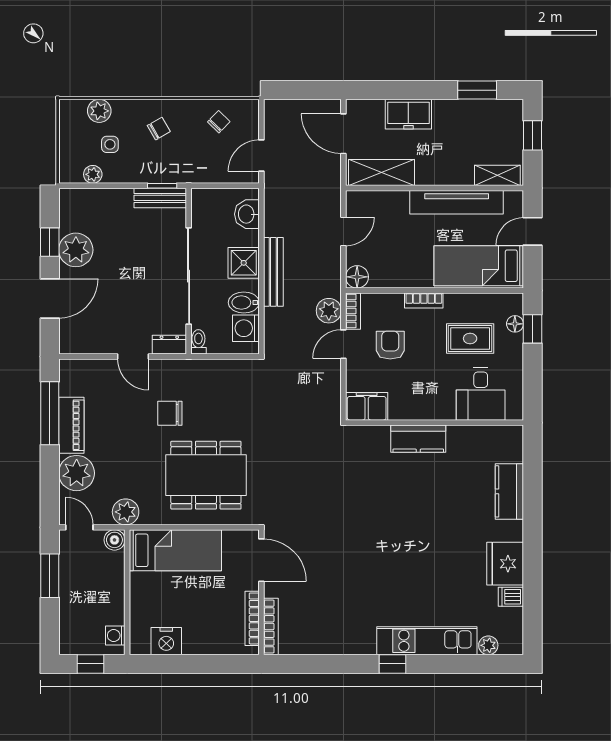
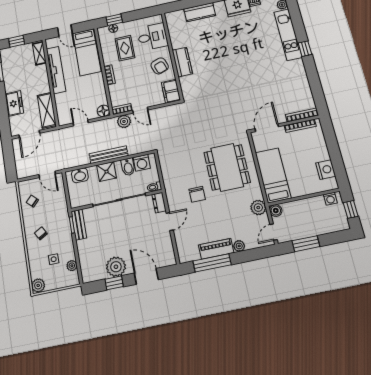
plant: (99, 111) -> (38, 285), moved
armchair: (390, 345) -> (160, 66), moved, turned -109
plant: (77, 473) -> (239, 246), width x0.53, depth x0.53

